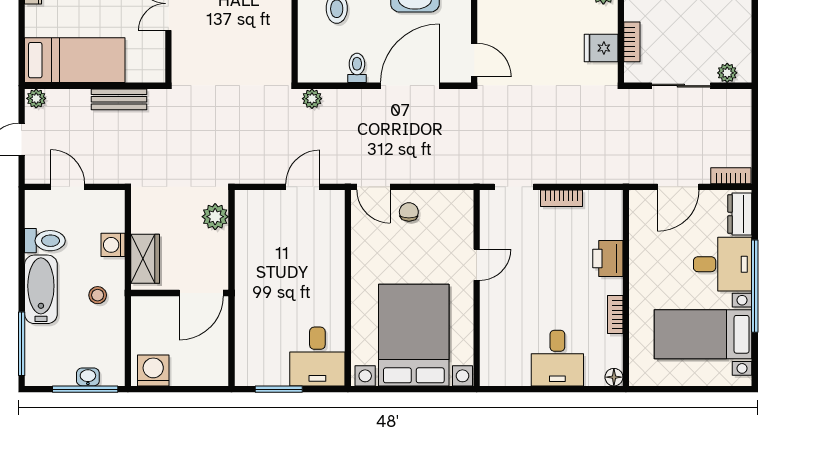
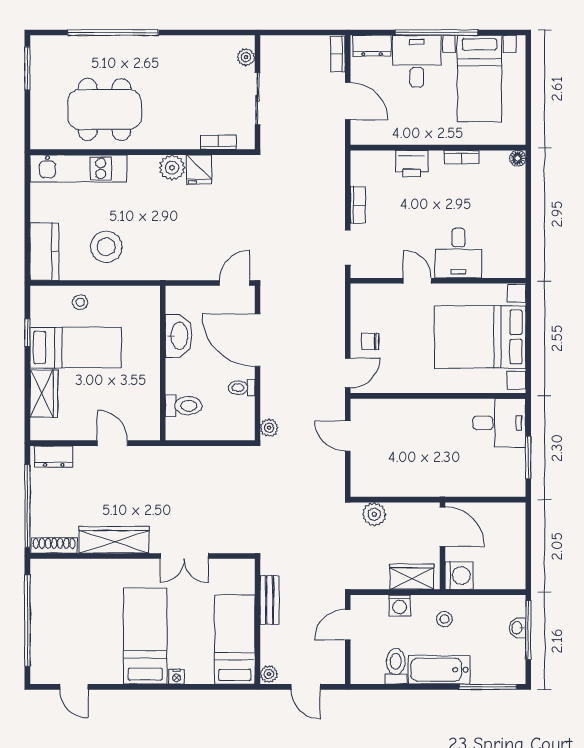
fridge: (601, 48) -> (199, 170), moved
door: (68, 187) -> (348, 625), moved
desk: (557, 358) -> (458, 253), moved, turned 90
washing machine: (153, 370) -> (459, 575), moved, turned 180

